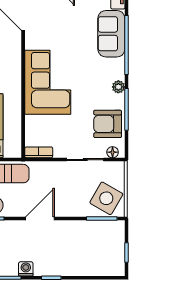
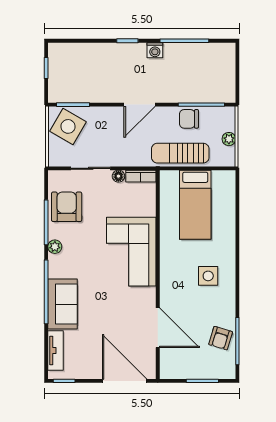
armchair: (108, 124) -> (67, 207), turned -90
floor lamp: (113, 152) -> (118, 176), moved

